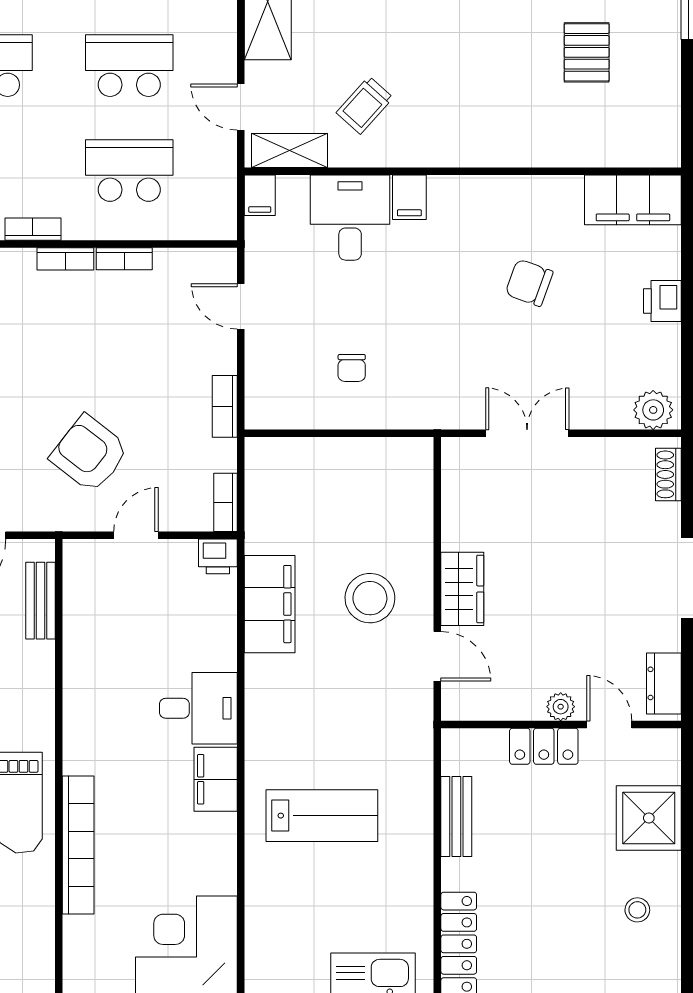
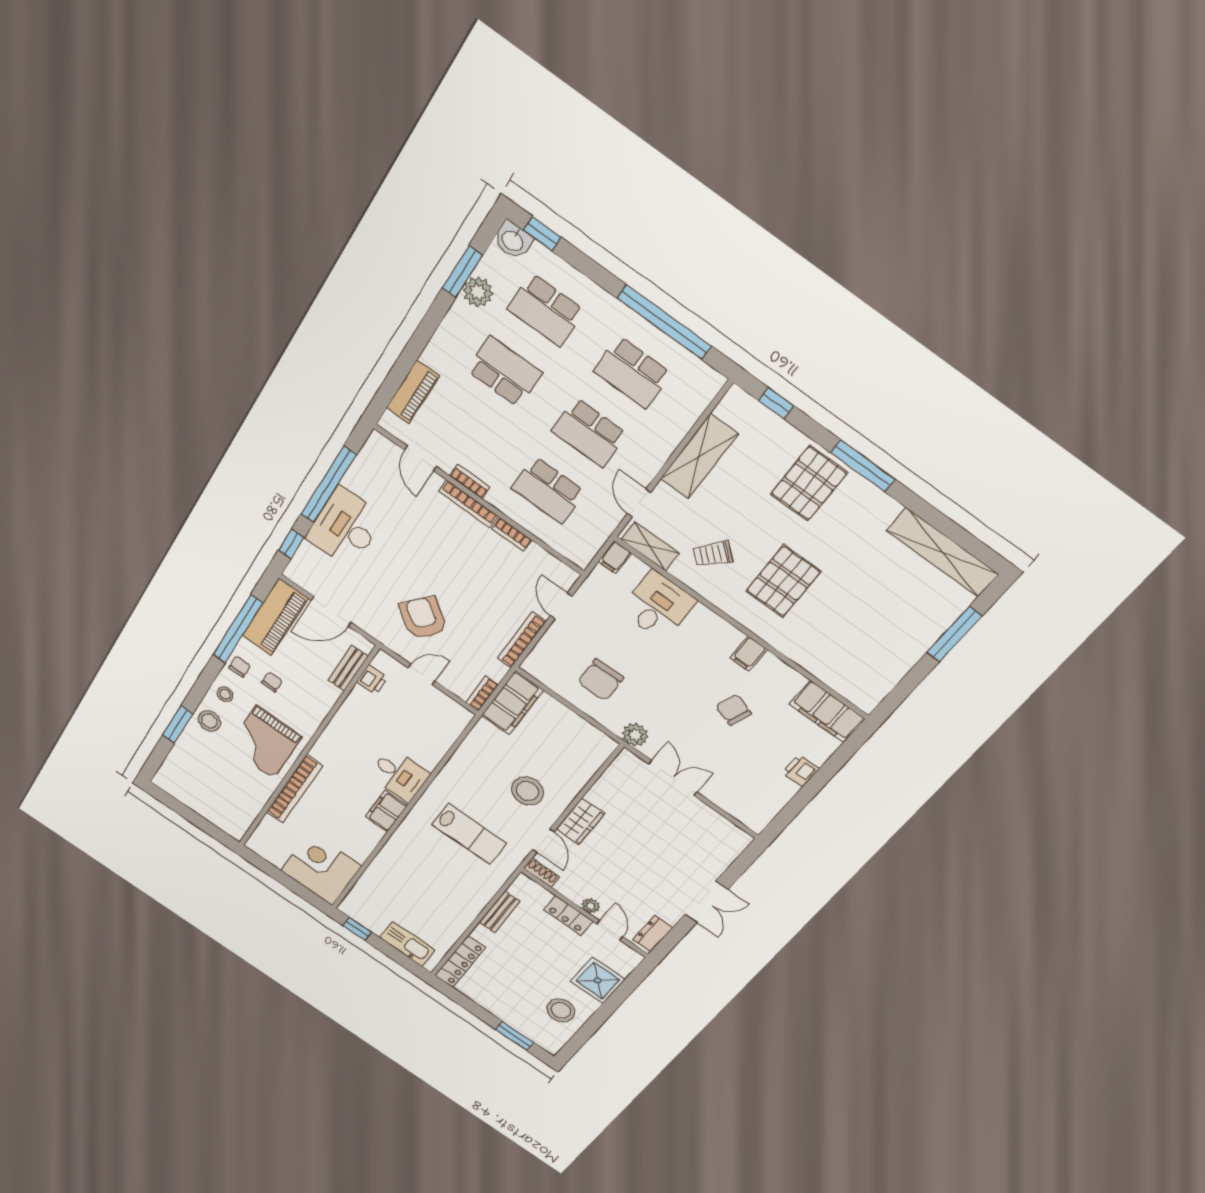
pallet: (587, 52) -> (783, 581), moved, width x1.50, depth x1.42
school desk: (129, 66) -> (589, 433), turned 180
school desk: (129, 171) -> (548, 490), turned 180
filing cabinet: (409, 197) -> (748, 654), moved
bookcase: (65, 259) -> (468, 504), width x1.56
chair: (352, 368) -> (601, 680), width x1.87, depth x1.87
bookcase: (225, 406) -> (522, 640), width x1.56
plant: (653, 410) -> (635, 735), moved
shoe rack: (668, 474) -> (542, 873), moved, turned 90
printer: (218, 556) -> (372, 680), moved, turned -90
filing cabinet: (270, 604) -> (512, 703), moved
lab bench: (322, 816) -> (469, 834), moved
stool: (637, 910) -> (561, 1010), width x1.89, depth x1.89

